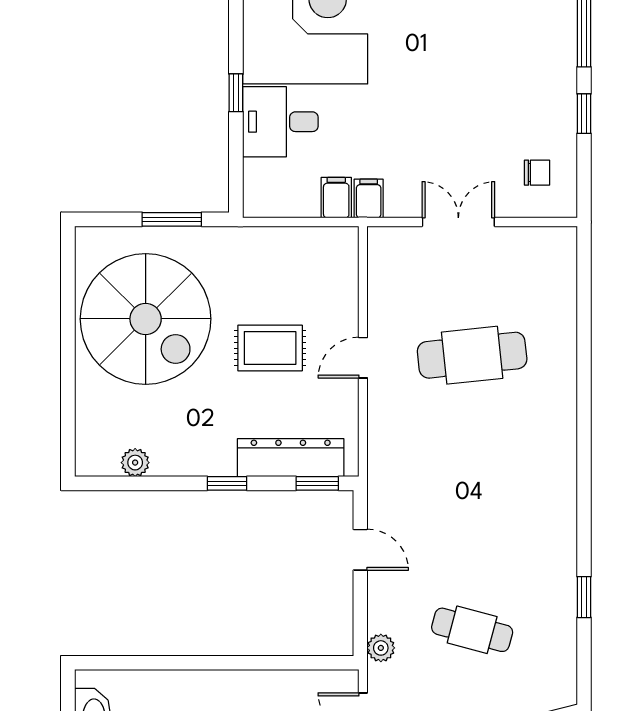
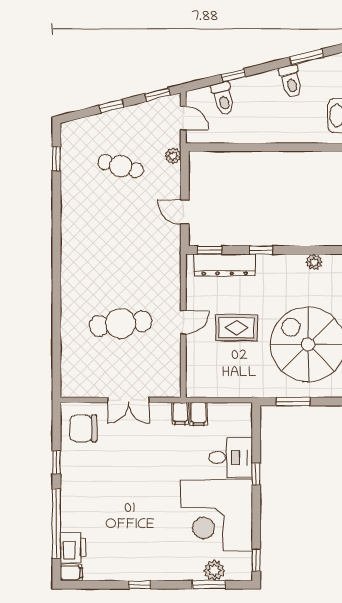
chair: (537, 173) -> (83, 428), width x1.87, depth x1.87
window: (584, 597) -> (56, 159), moved

